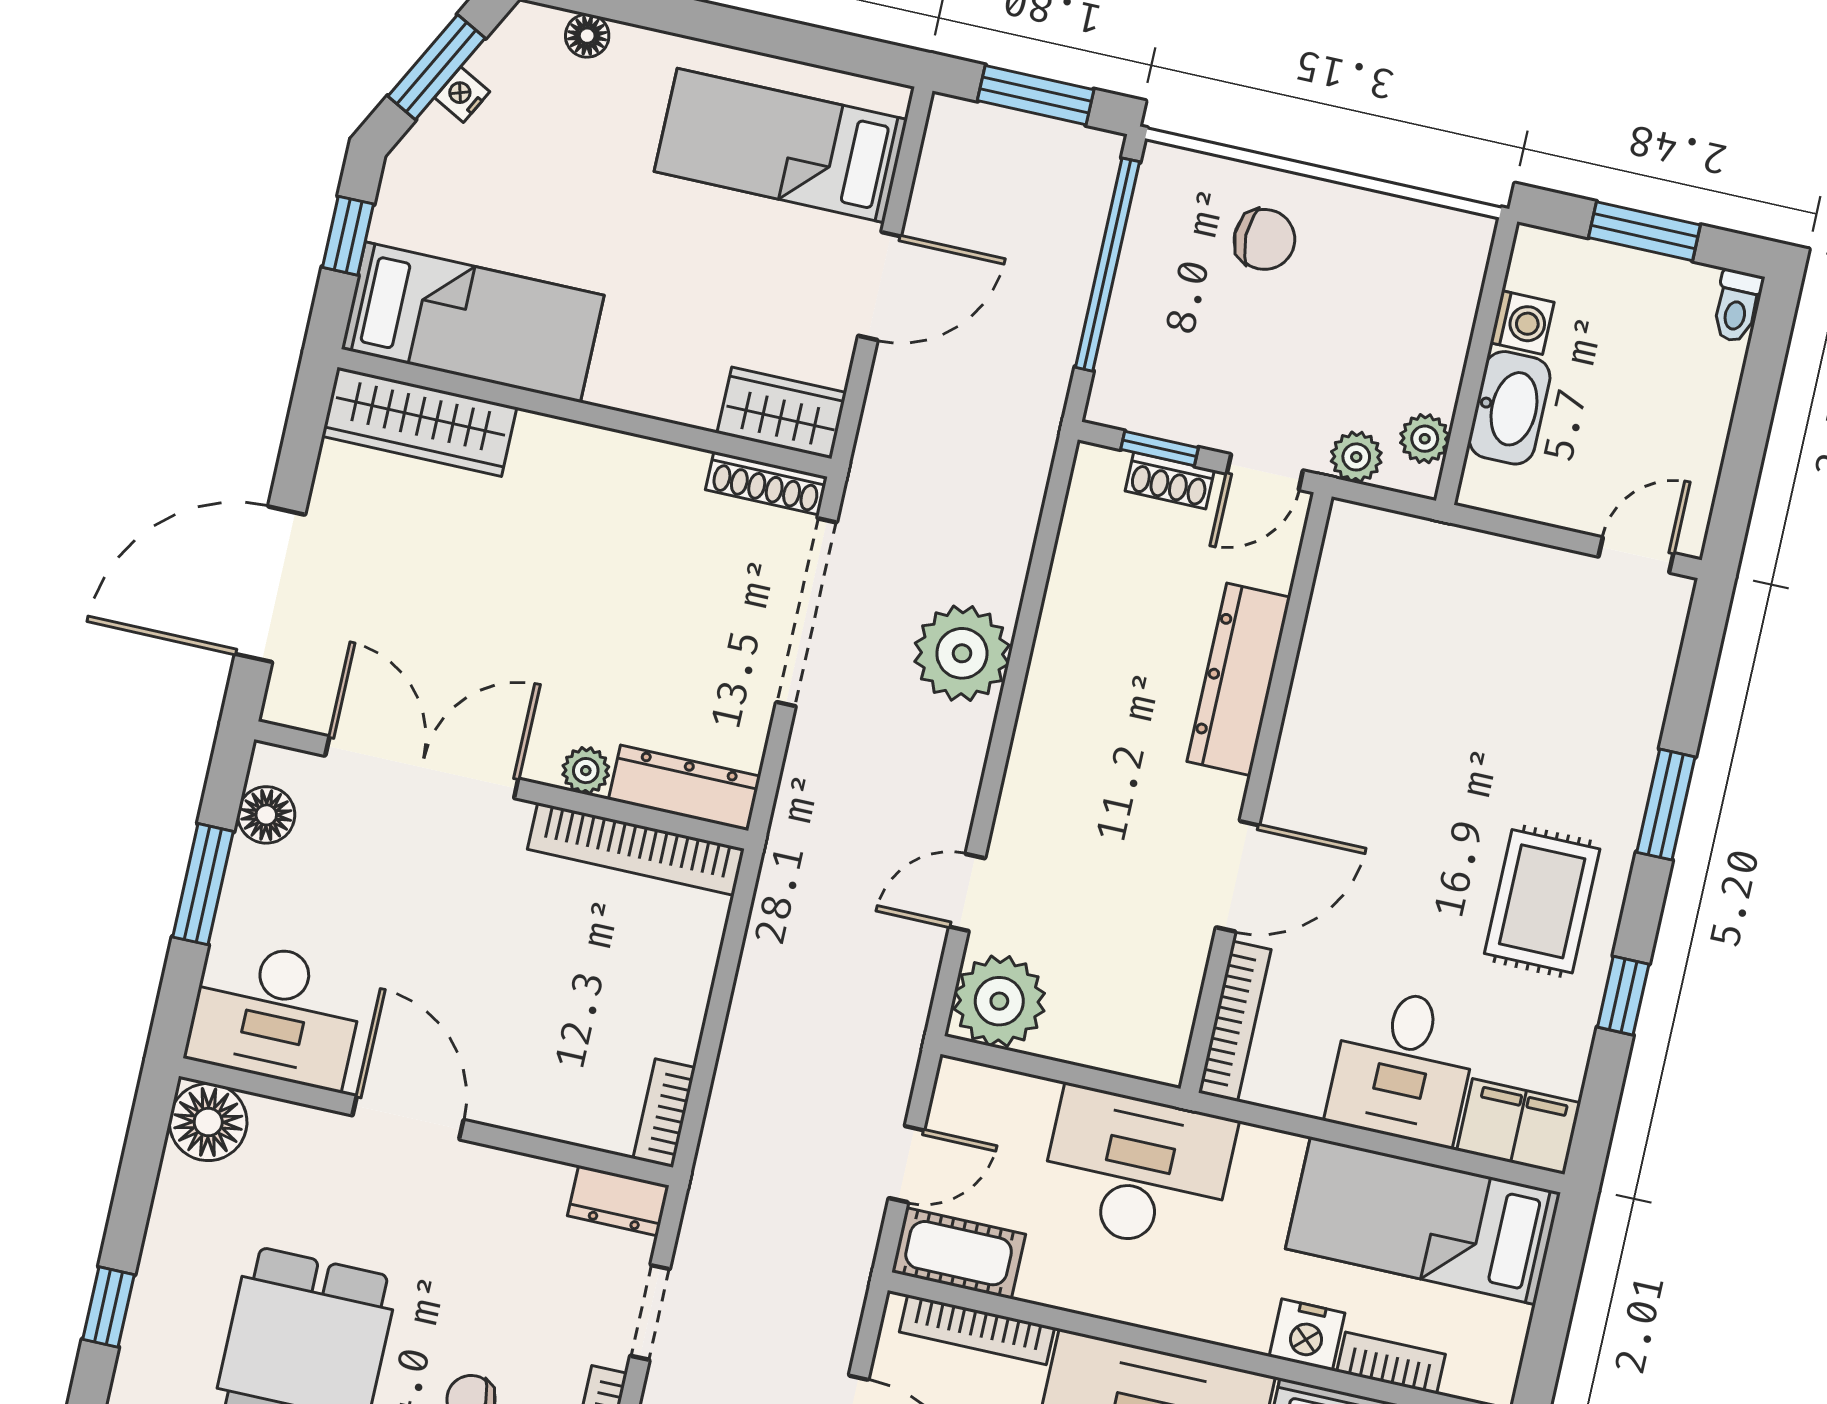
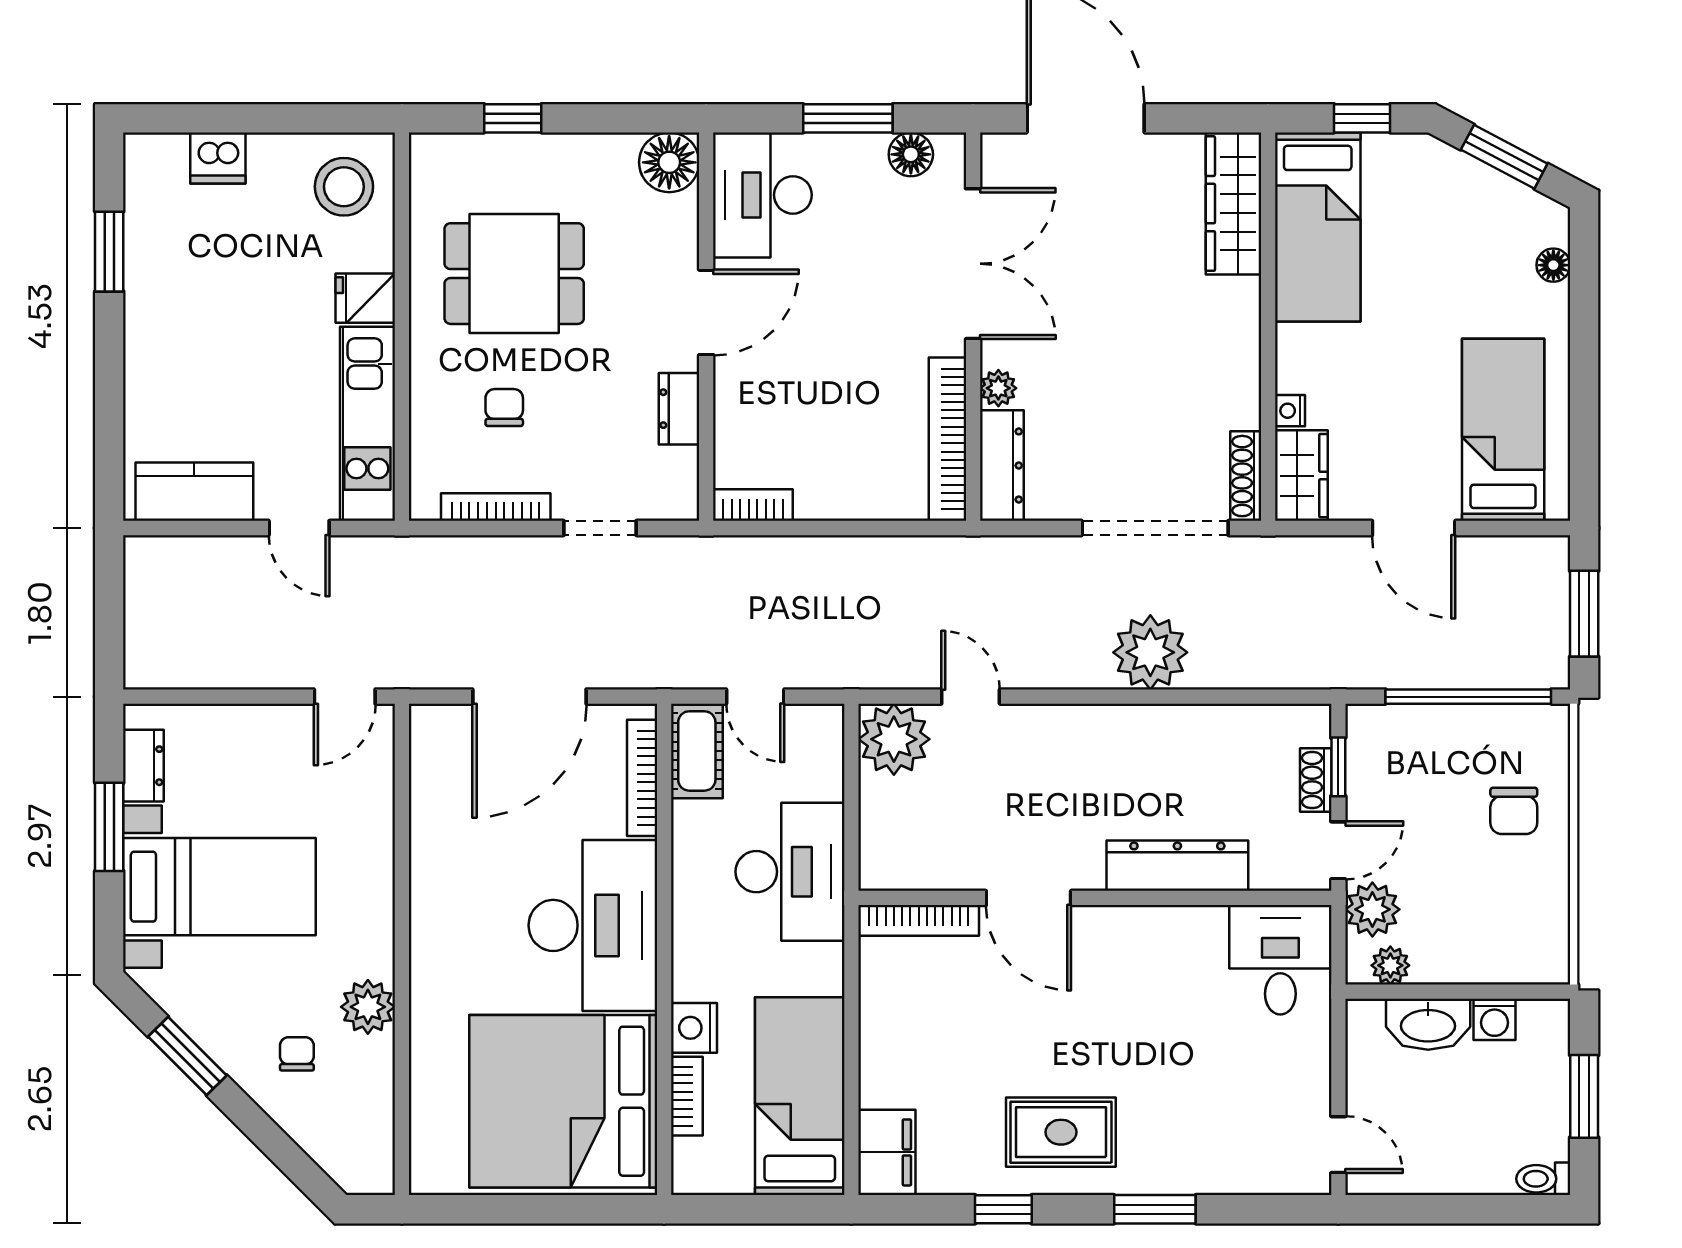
nightstand: (462, 95) -> (1290, 411), moved, turned -118
plant: (1356, 457) -> (1372, 909), width x1.38, depth x1.38
door: (1265, 472) -> (1338, 850), swing flipped
desk: (1403, 1066) -> (1280, 960), moved, turned 90
dresser: (618, 1201) -> (679, 409), moved

